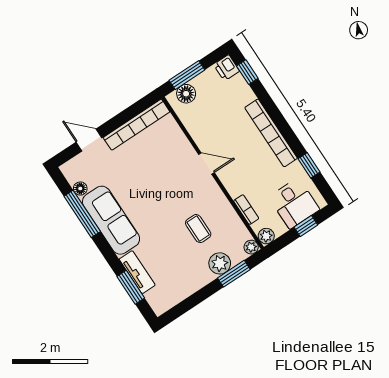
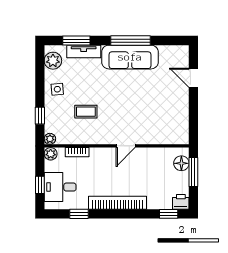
bookcase: (137, 125) -> (183, 116), removed
door: (89, 140) -> (193, 78), swing flipped
floor lamp: (80, 189) -> (165, 50), removed
window: (82, 214) -> (131, 41), moved
plant: (220, 263) -> (53, 61), moved
side table: (195, 274) -> (57, 89), added
window: (234, 274) -> (40, 116), width x0.67

